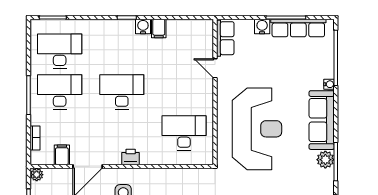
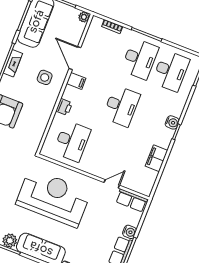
water cooler: (143, 27) -> (172, 122), moved
filing cabinet: (159, 29) -> (156, 158), width x2.00
reception desk: (257, 129) -> (53, 198), turned 180
filing cabinet: (62, 155) -> (76, 81), moved
printer: (131, 157) -> (64, 107), moved

